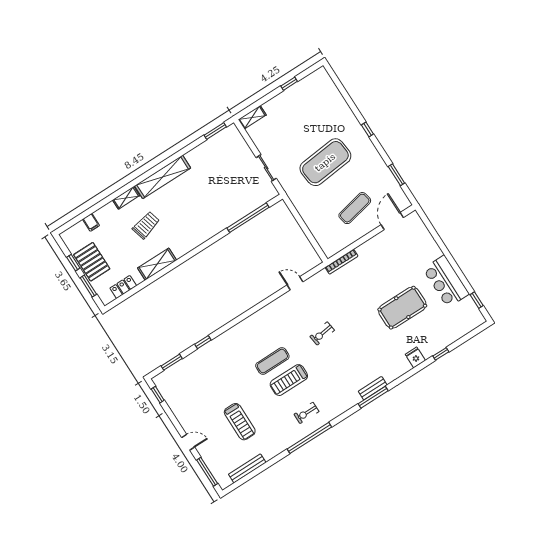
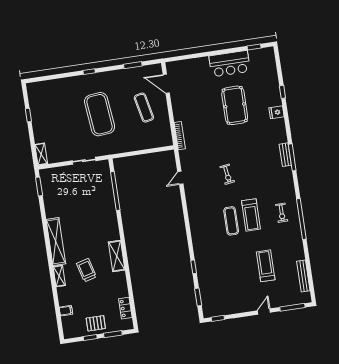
pallet: (92, 262) -> (96, 323), width x0.67, depth x0.71
shelving: (157, 264) -> (117, 256), moved
treadmill: (240, 422) -> (266, 266), turned -90

